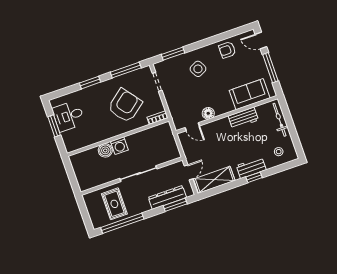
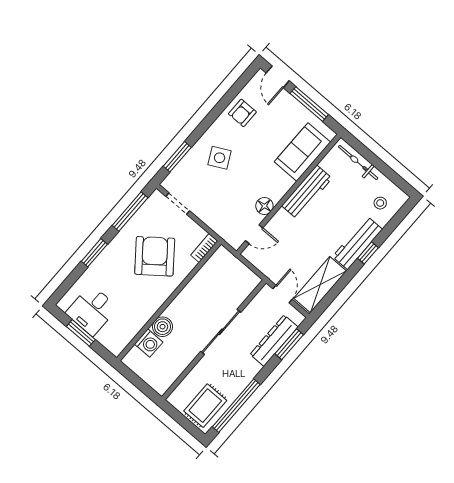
door: (261, 40) -> (278, 77), hinge flipped
workbench: (243, 118) -> (307, 192), width x1.38
washing machine: (119, 146) -> (149, 343), moved
workbench: (251, 168) -> (357, 243), width x1.37
rug: (114, 204) -> (205, 406), moved, turned 90

